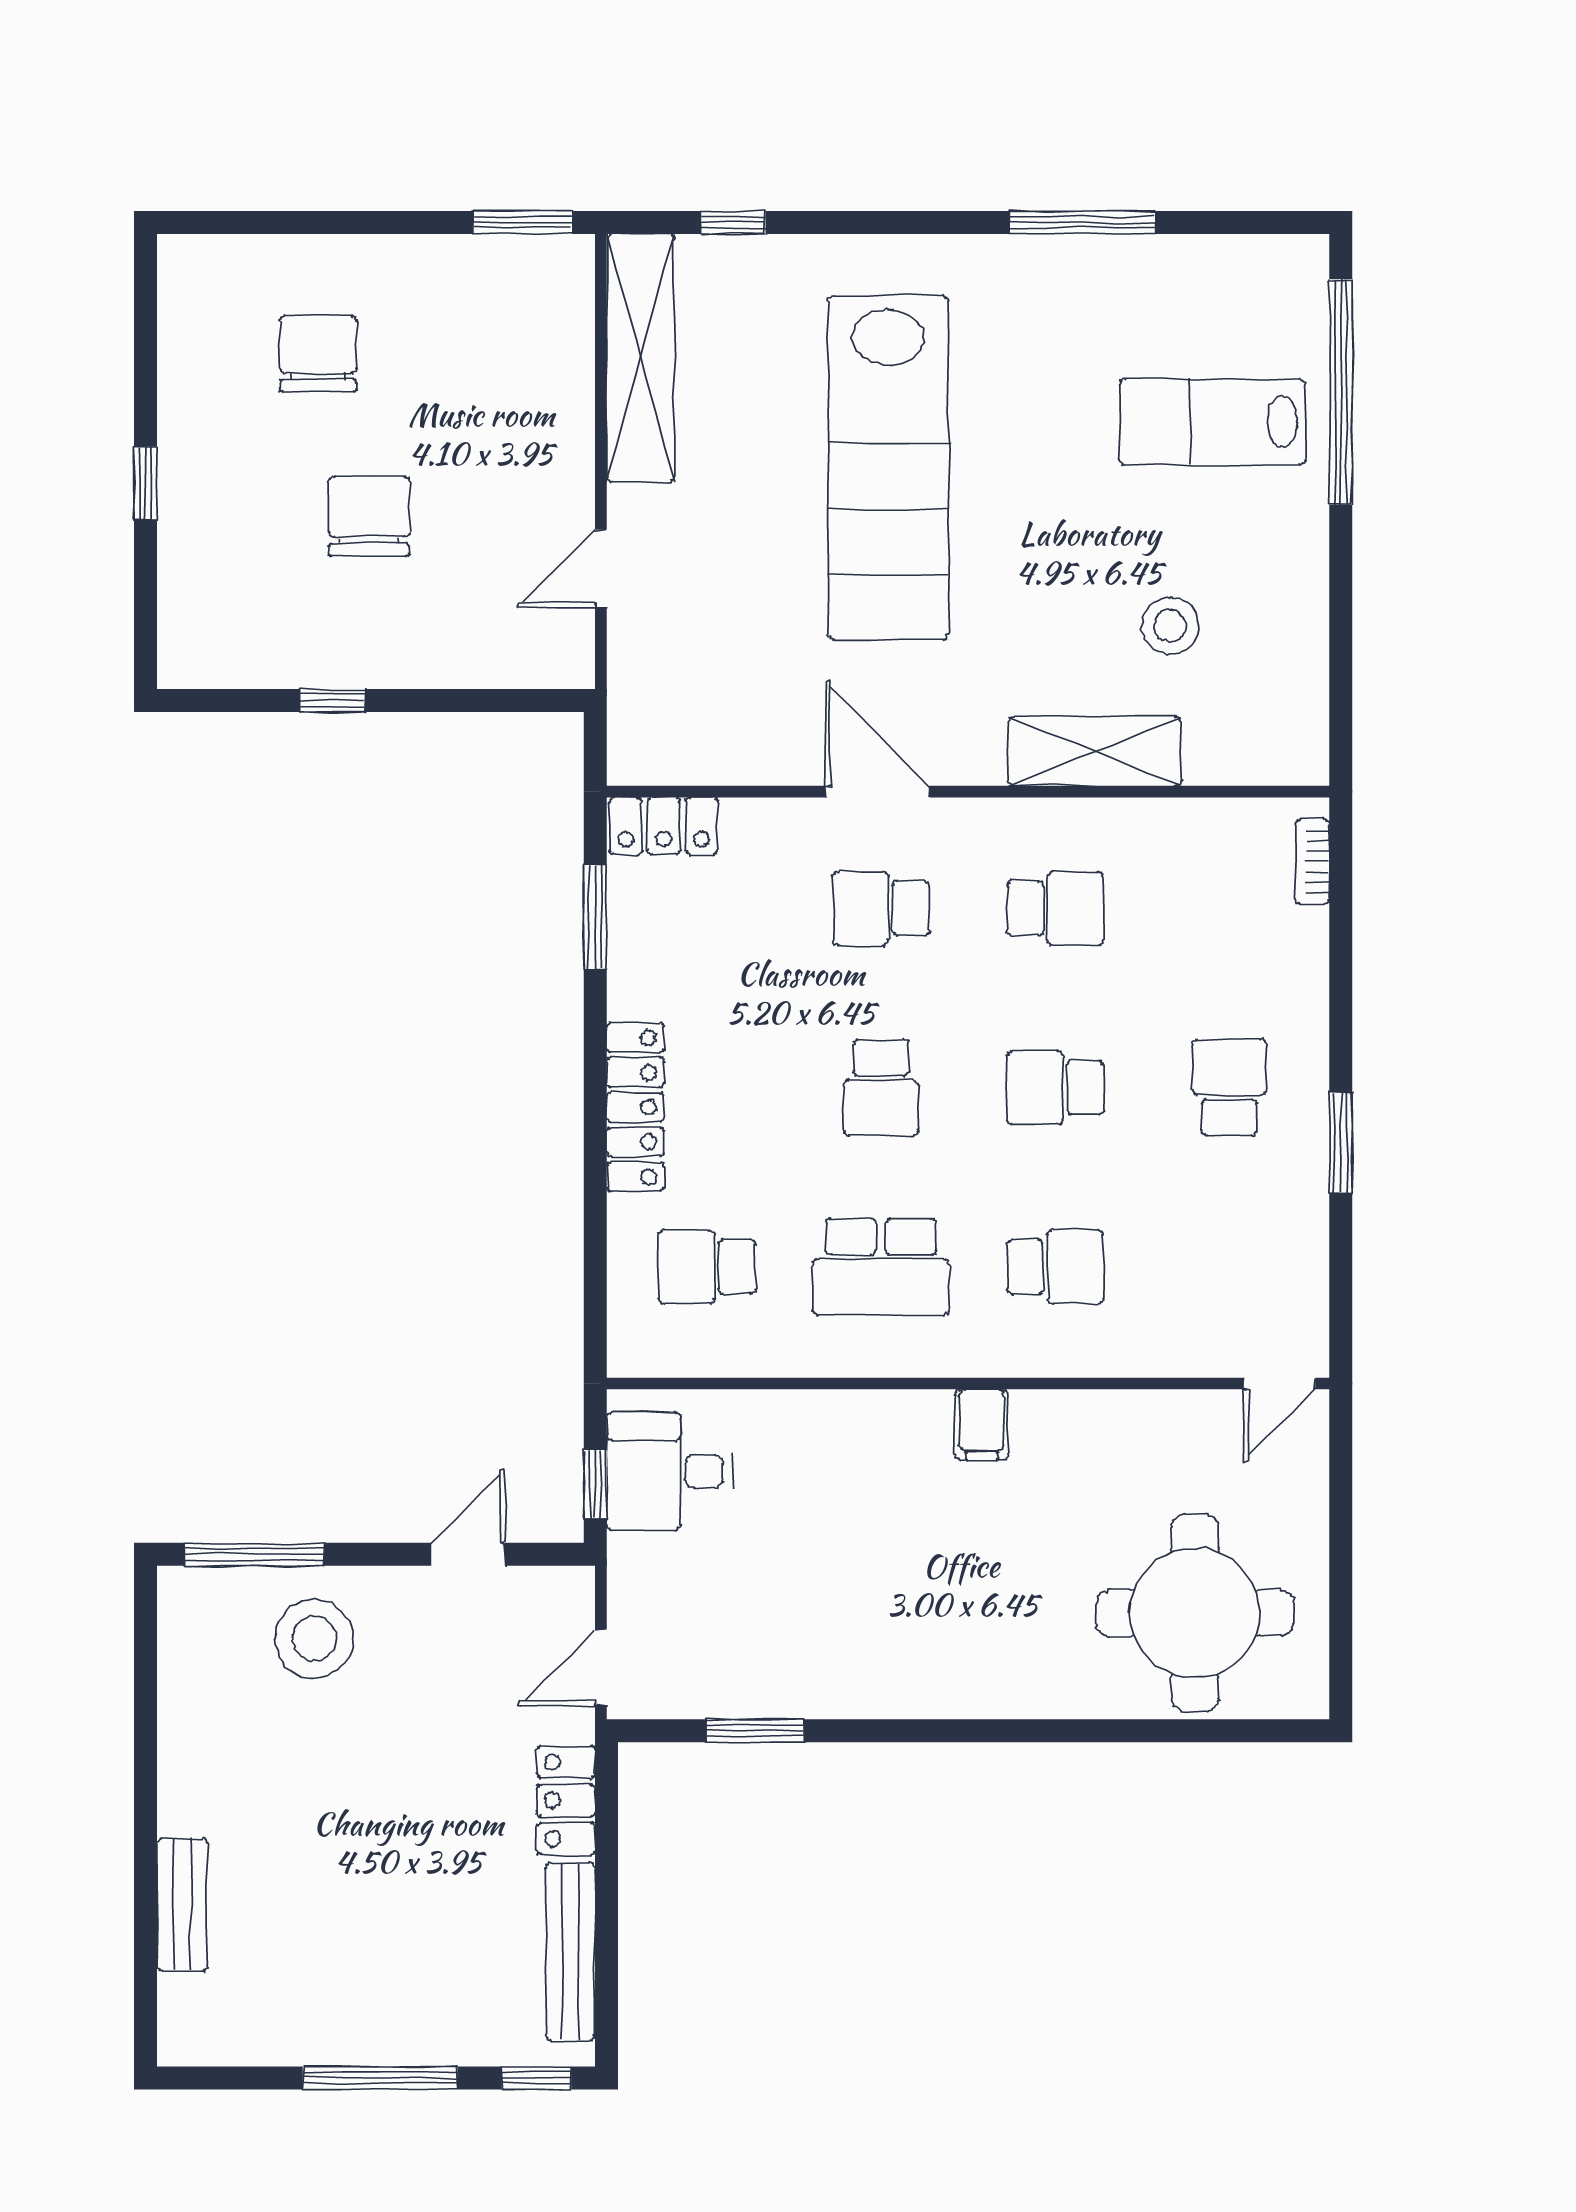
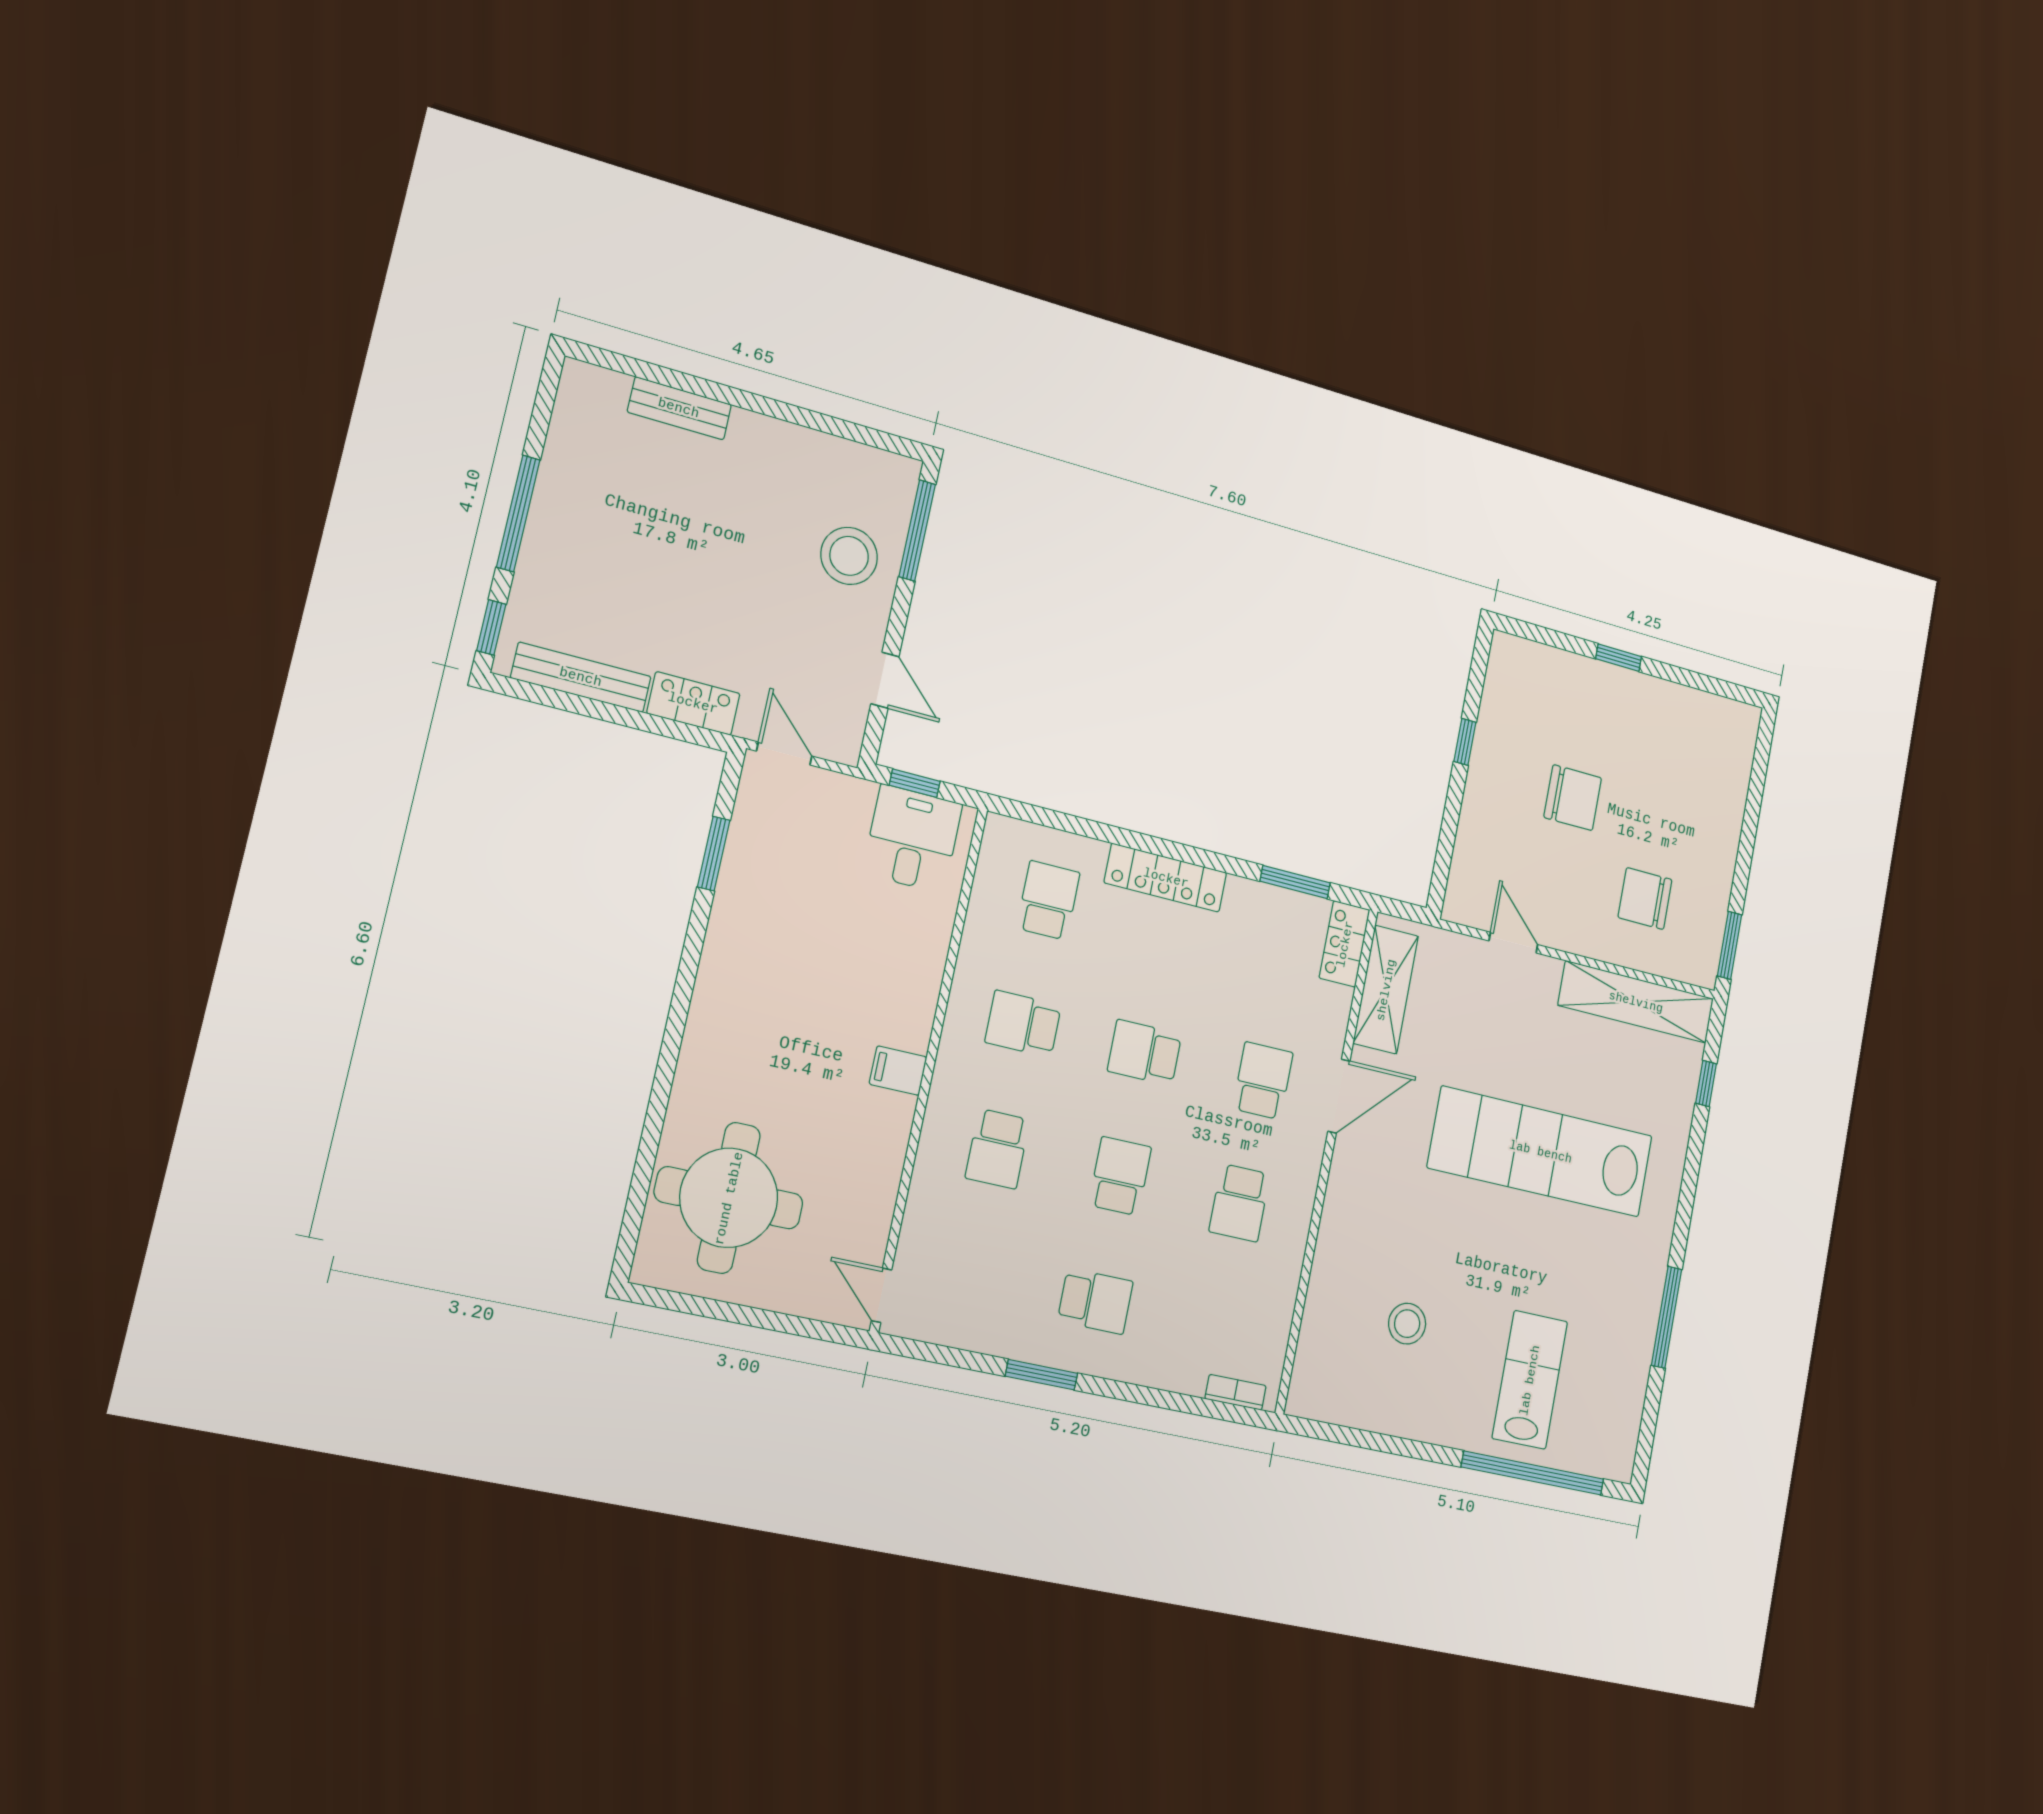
chair: (318, 354) -> (1645, 899), moved, turned 180
shelving: (1095, 751) -> (1386, 990), moved
school desk: (881, 1267) -> (1023, 1024), width x0.54

